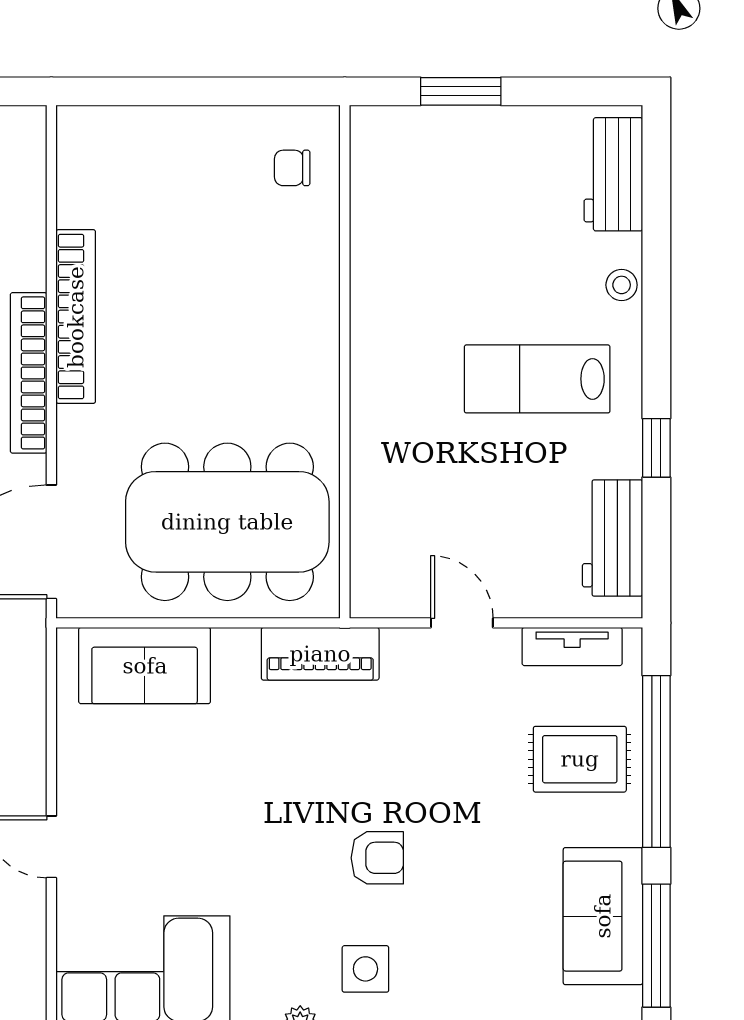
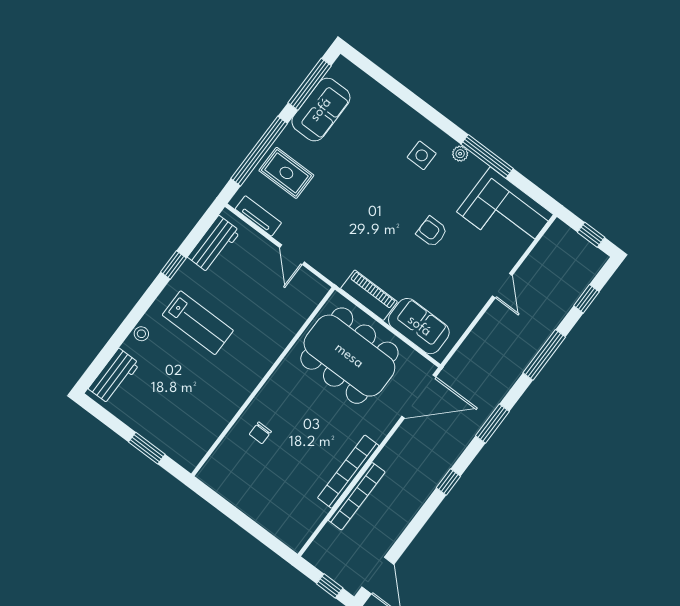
chair: (292, 168) -> (260, 433), moved, turned 90
bookcase: (29, 373) -> (357, 496), moved
piano: (320, 654) -> (369, 295), moved
armchair: (377, 858) -> (432, 232), moved

